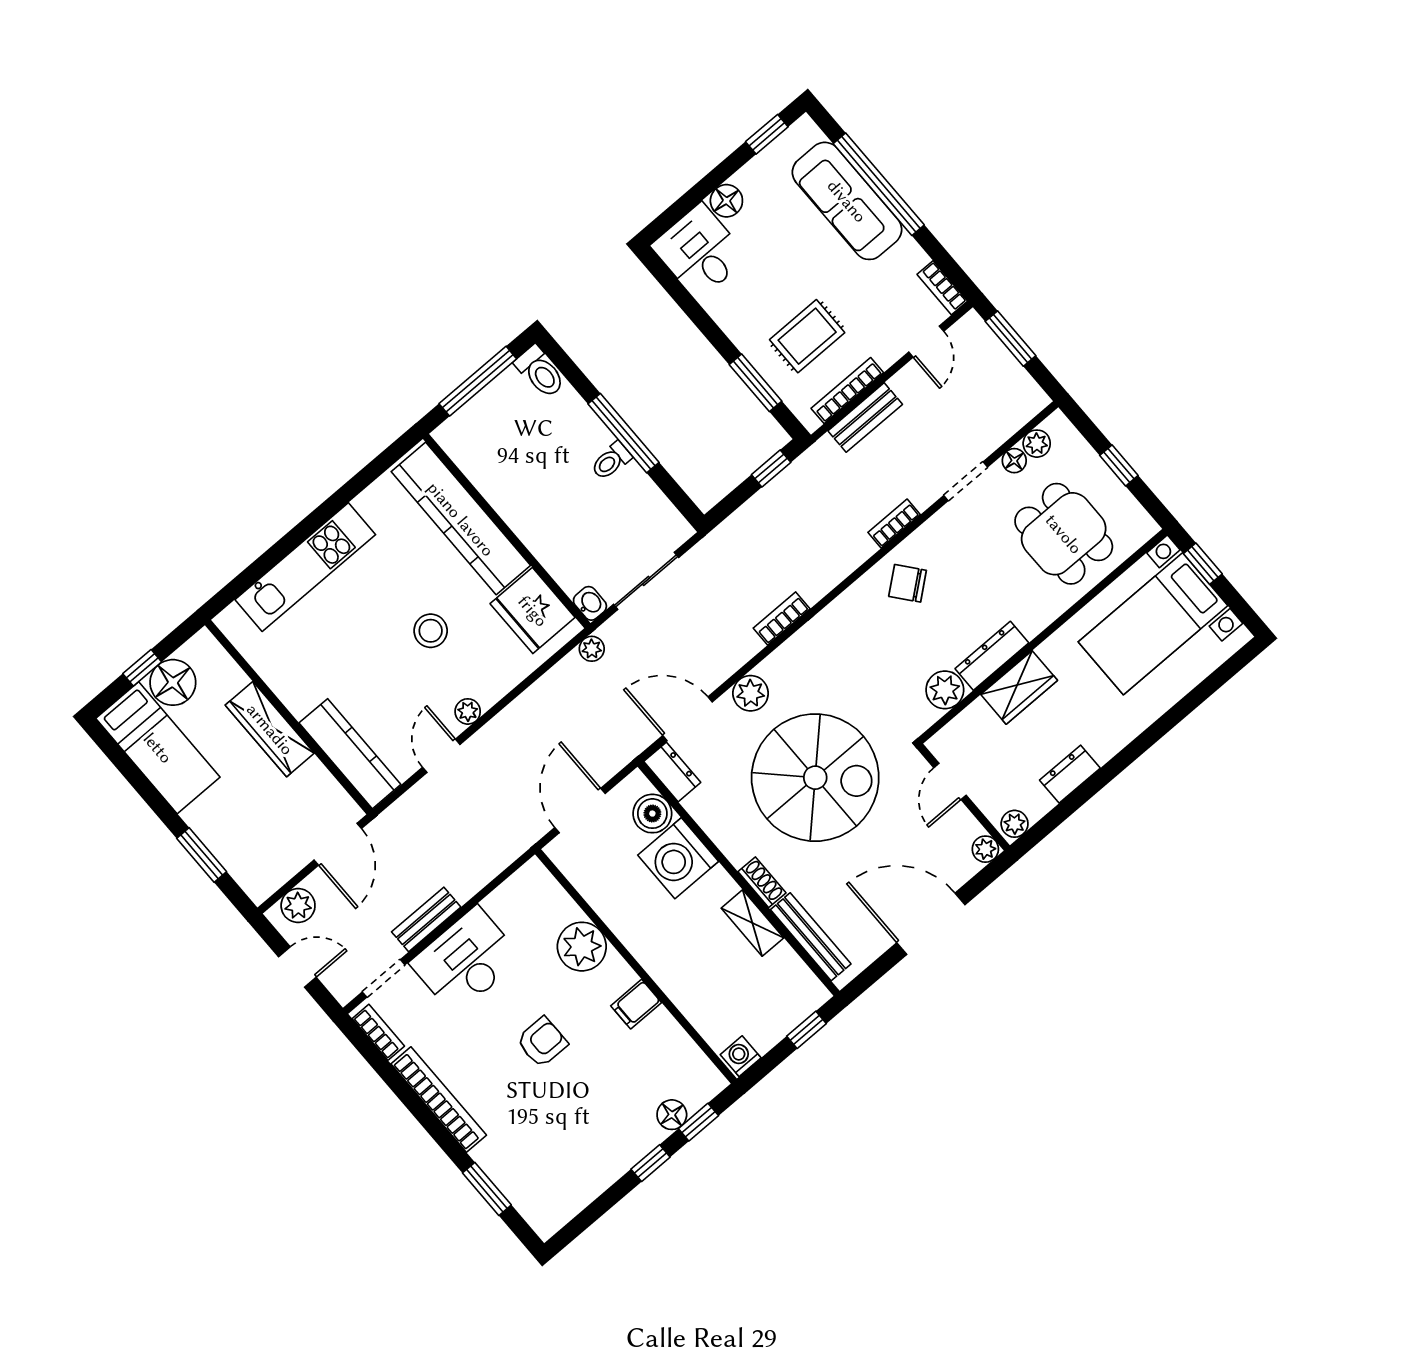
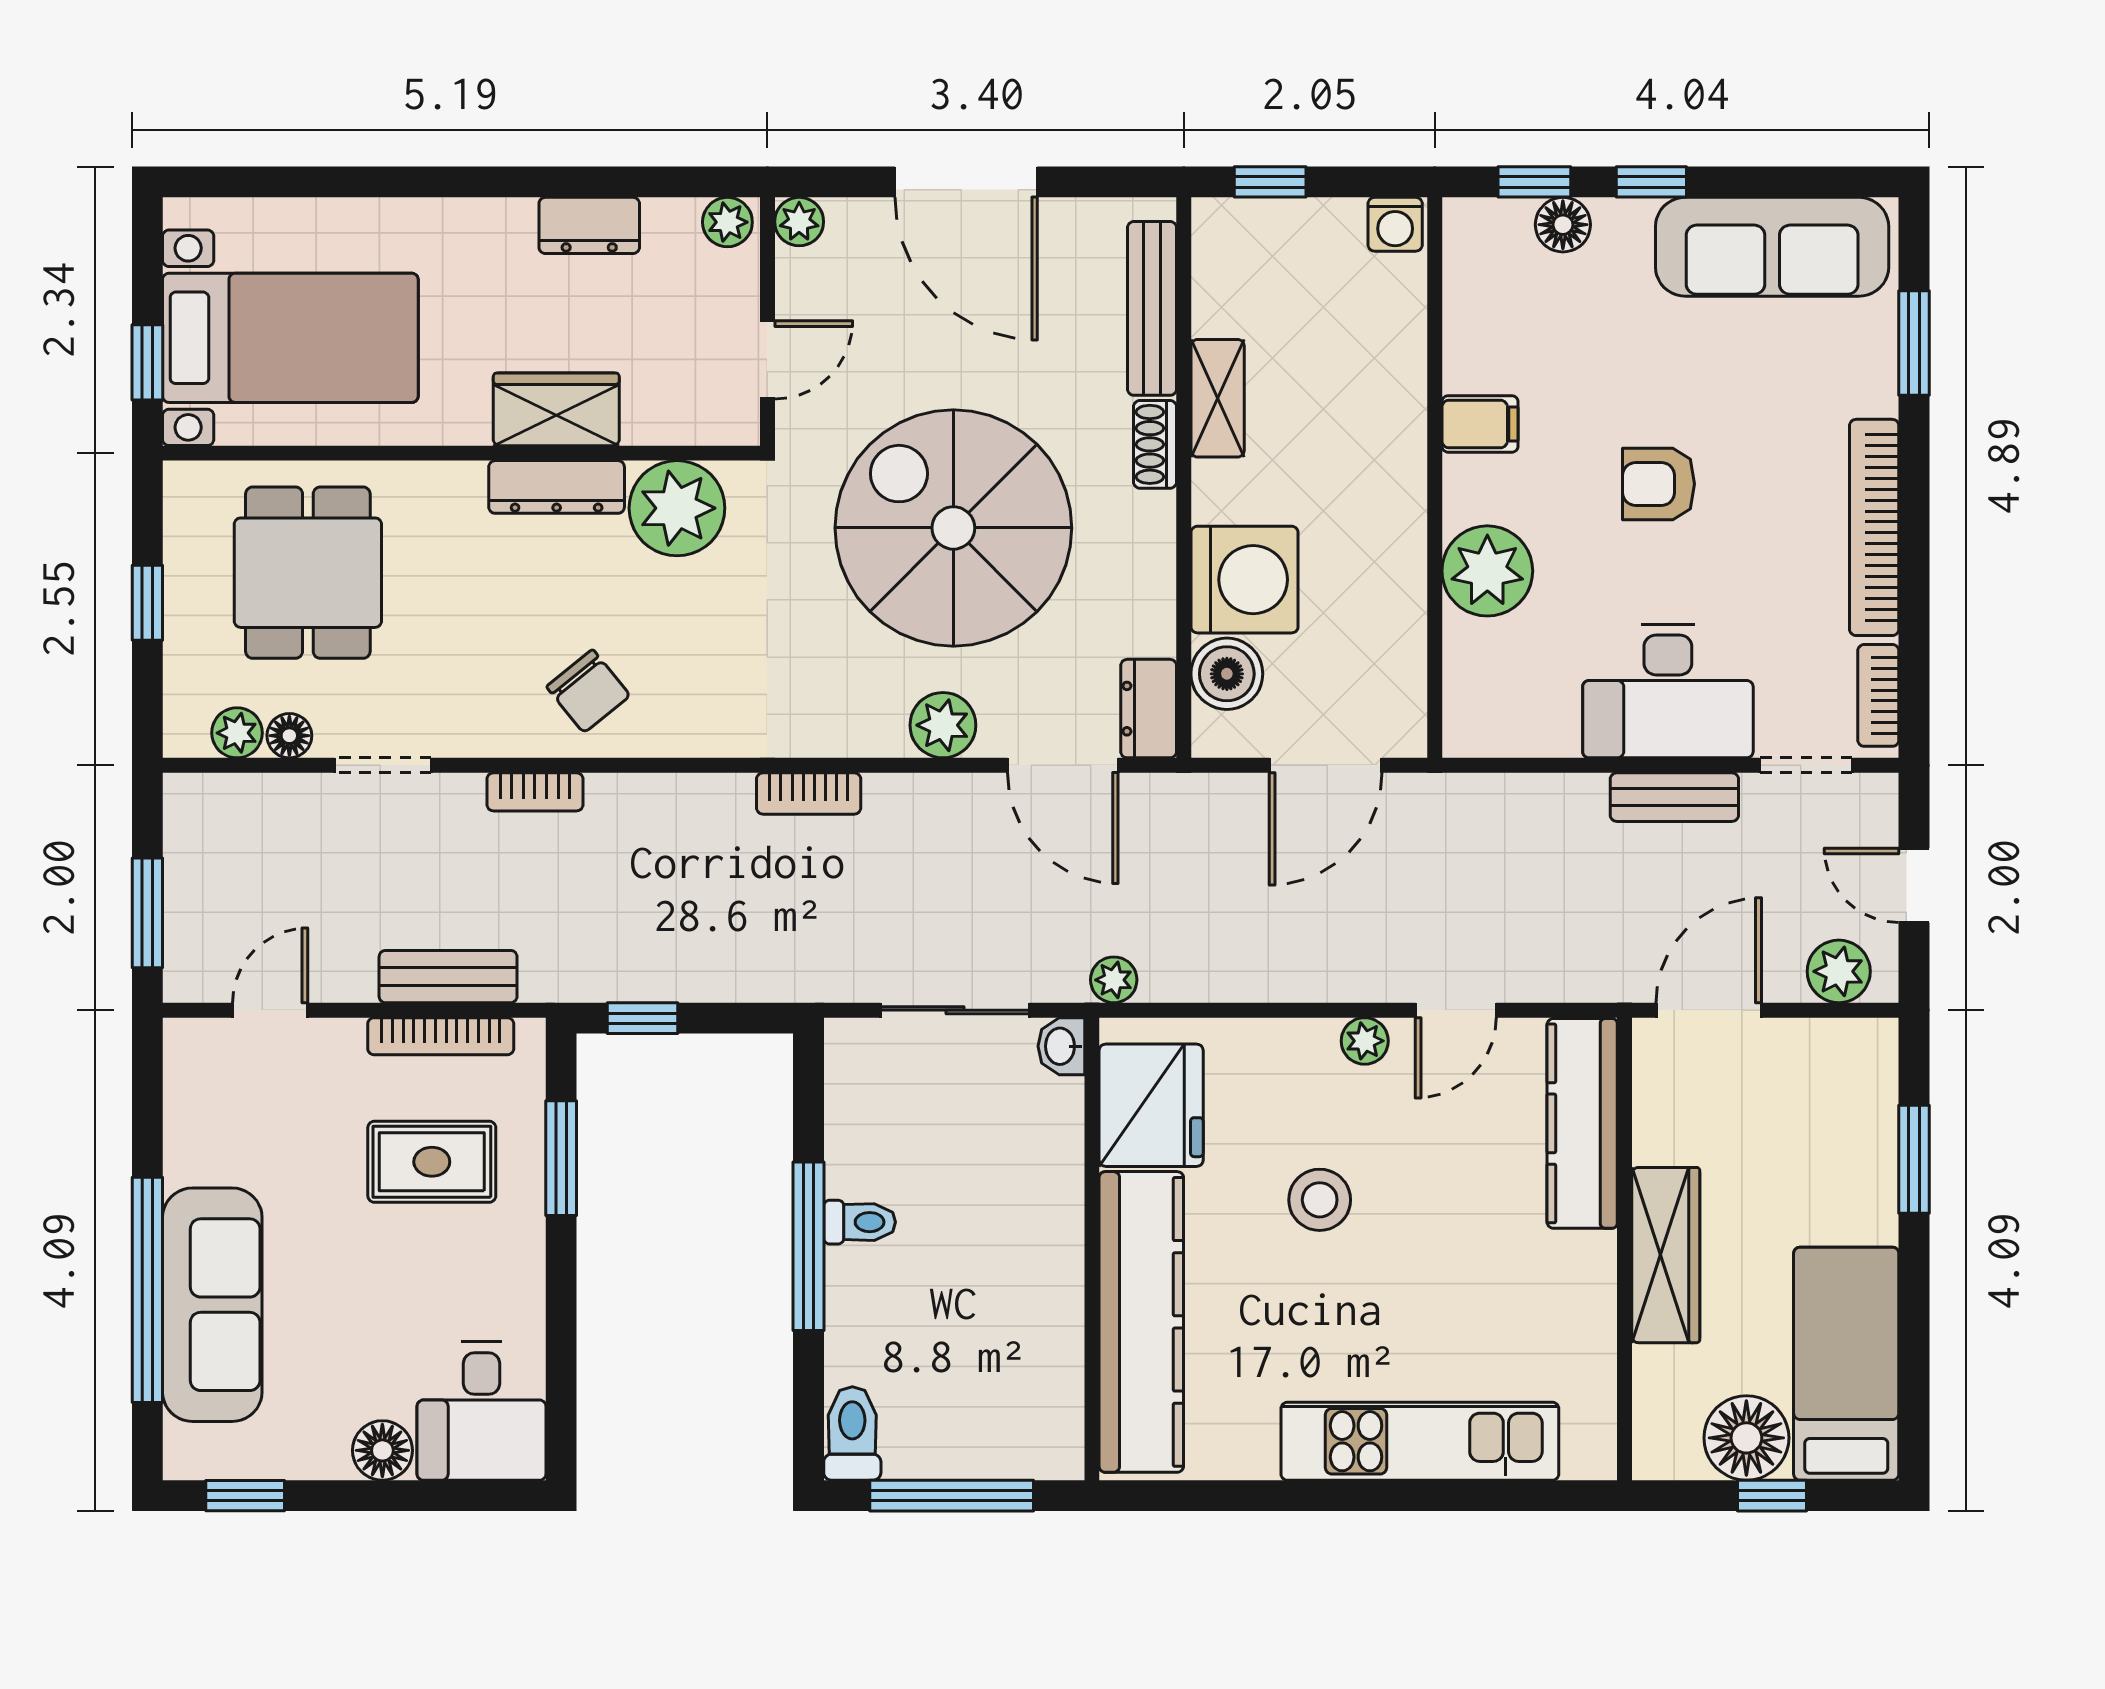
bookcase: (942, 288) -> (182, 1067), removed
plant: (945, 690) -> (677, 508), width x1.36, depth x1.36
sofa: (579, 1179) -> (1772, 247), added

